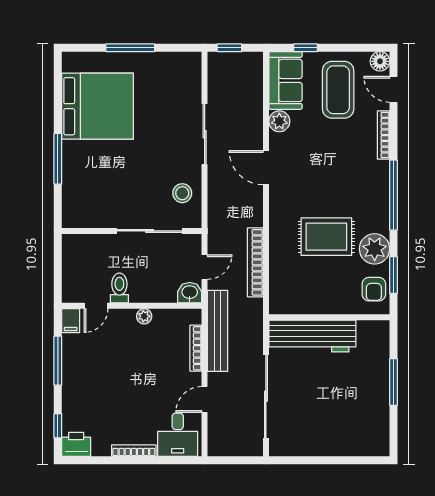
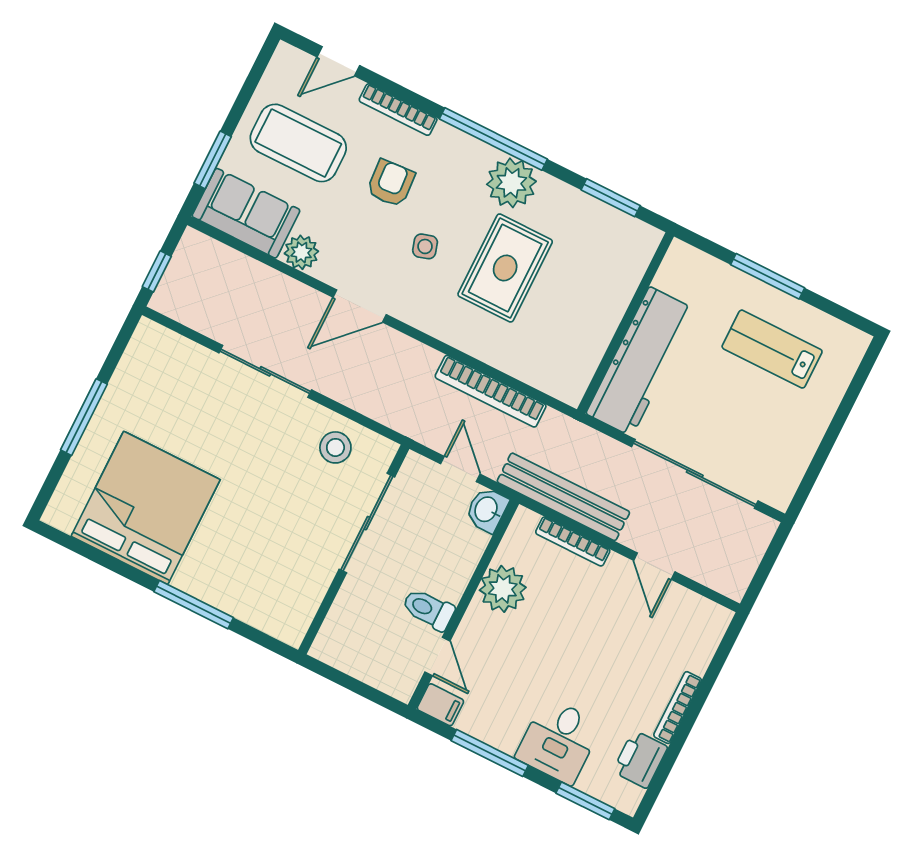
window: (306, 48) -> (213, 160), width x1.50
floor lamp: (380, 61) -> (287, 61), removed
side table: (316, 187) -> (425, 246), added
plant: (375, 249) -> (511, 183), moved
armchair: (374, 289) -> (391, 183), moved, turned -94
plant: (144, 316) -> (503, 589), width x1.87, depth x1.87
lab bench: (355, 404) -> (772, 349), added
window: (58, 426) -> (585, 801), width x1.50
desk: (178, 435) -> (559, 741), moved, turned 90
printer: (76, 444) -> (640, 759), moved

